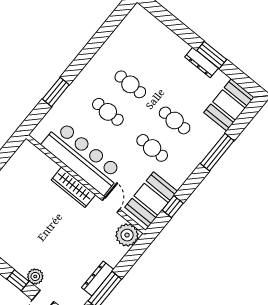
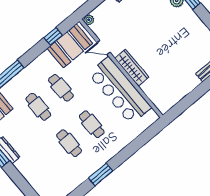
window: (56, 92) -> (101, 175), moved
door: (111, 205) -> (104, 48), hinge flipped
plant: (127, 235) -> (89, 20), width x0.53, depth x0.53

